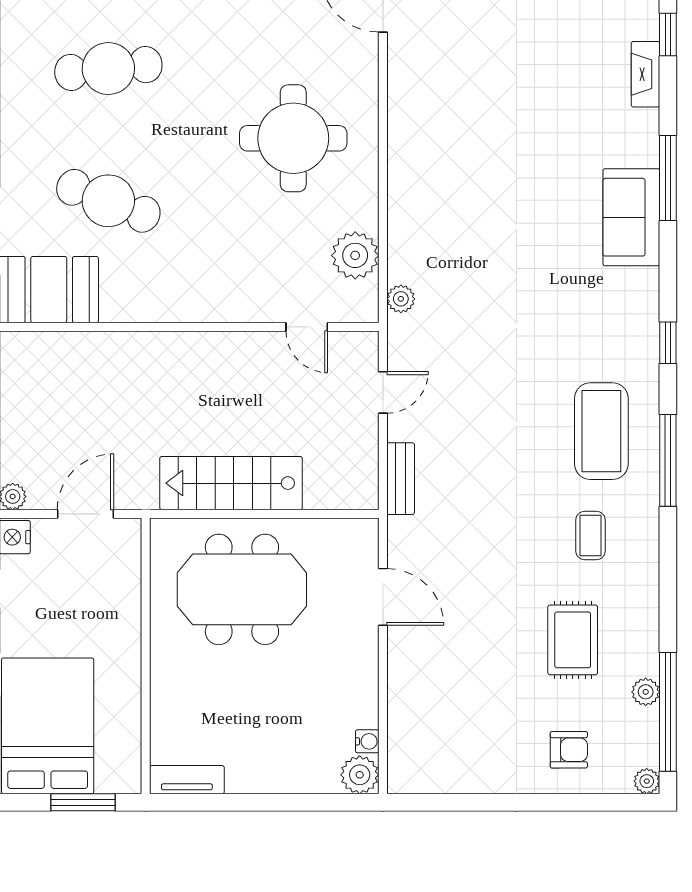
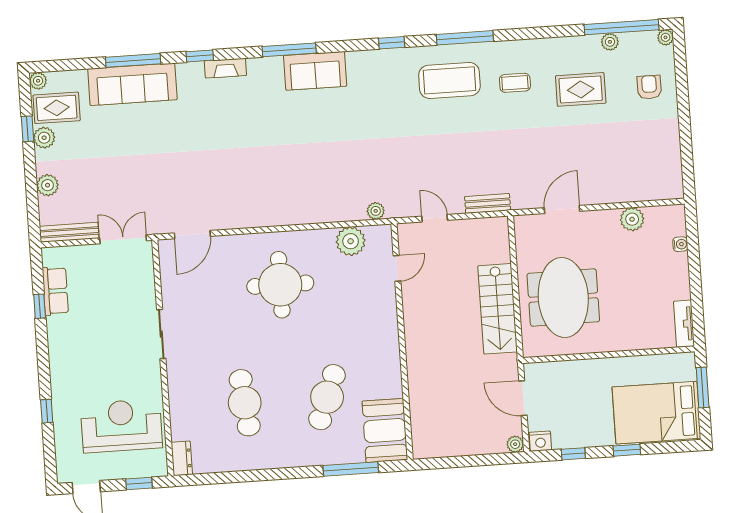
water cooler: (367, 741) -> (680, 244), moved, turned 90
plant: (360, 775) -> (632, 219), moved

